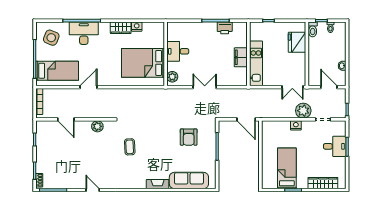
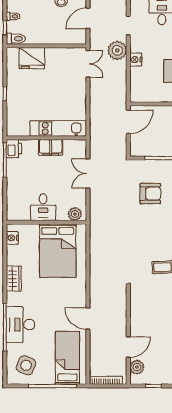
nightstand: (137, 27) -> (12, 238), moved
wall: (248, 54) -> (46, 138), moved
filing cabinet: (241, 57) -> (51, 147), moved
kitchen unit: (256, 63) -> (58, 128), moved
plant: (97, 126) -> (137, 367), moved

